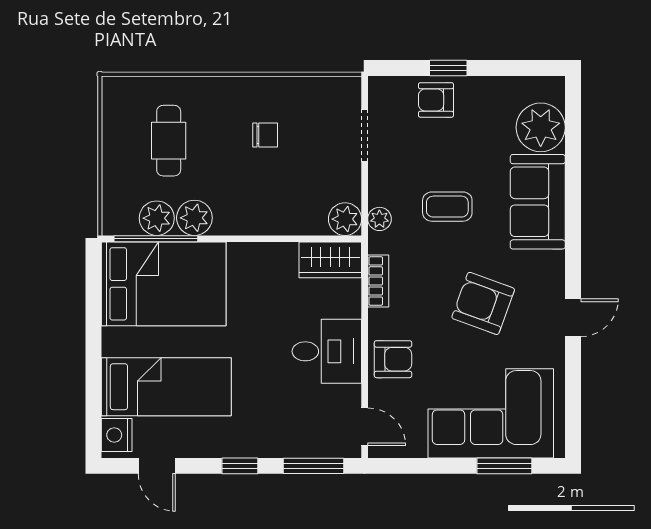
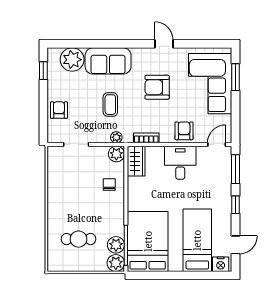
window: (448, 68) -> (43, 71), moved
armchair: (436, 100) -> (59, 110), turned 180
chair: (265, 135) -> (109, 184), moved
plant: (194, 218) -> (116, 263), moved
armchair: (483, 303) -> (157, 87), turned 70

